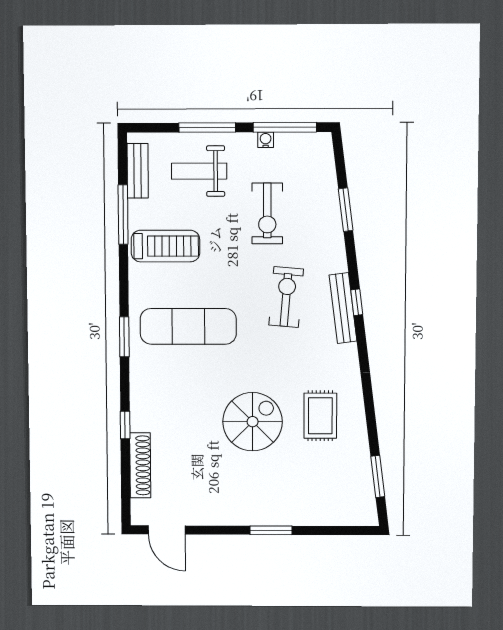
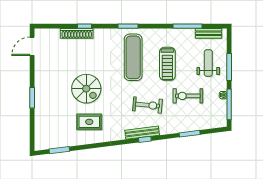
treadmill: (165, 246) -> (167, 64), moved
shoe rack: (140, 465) -> (77, 33), moved

